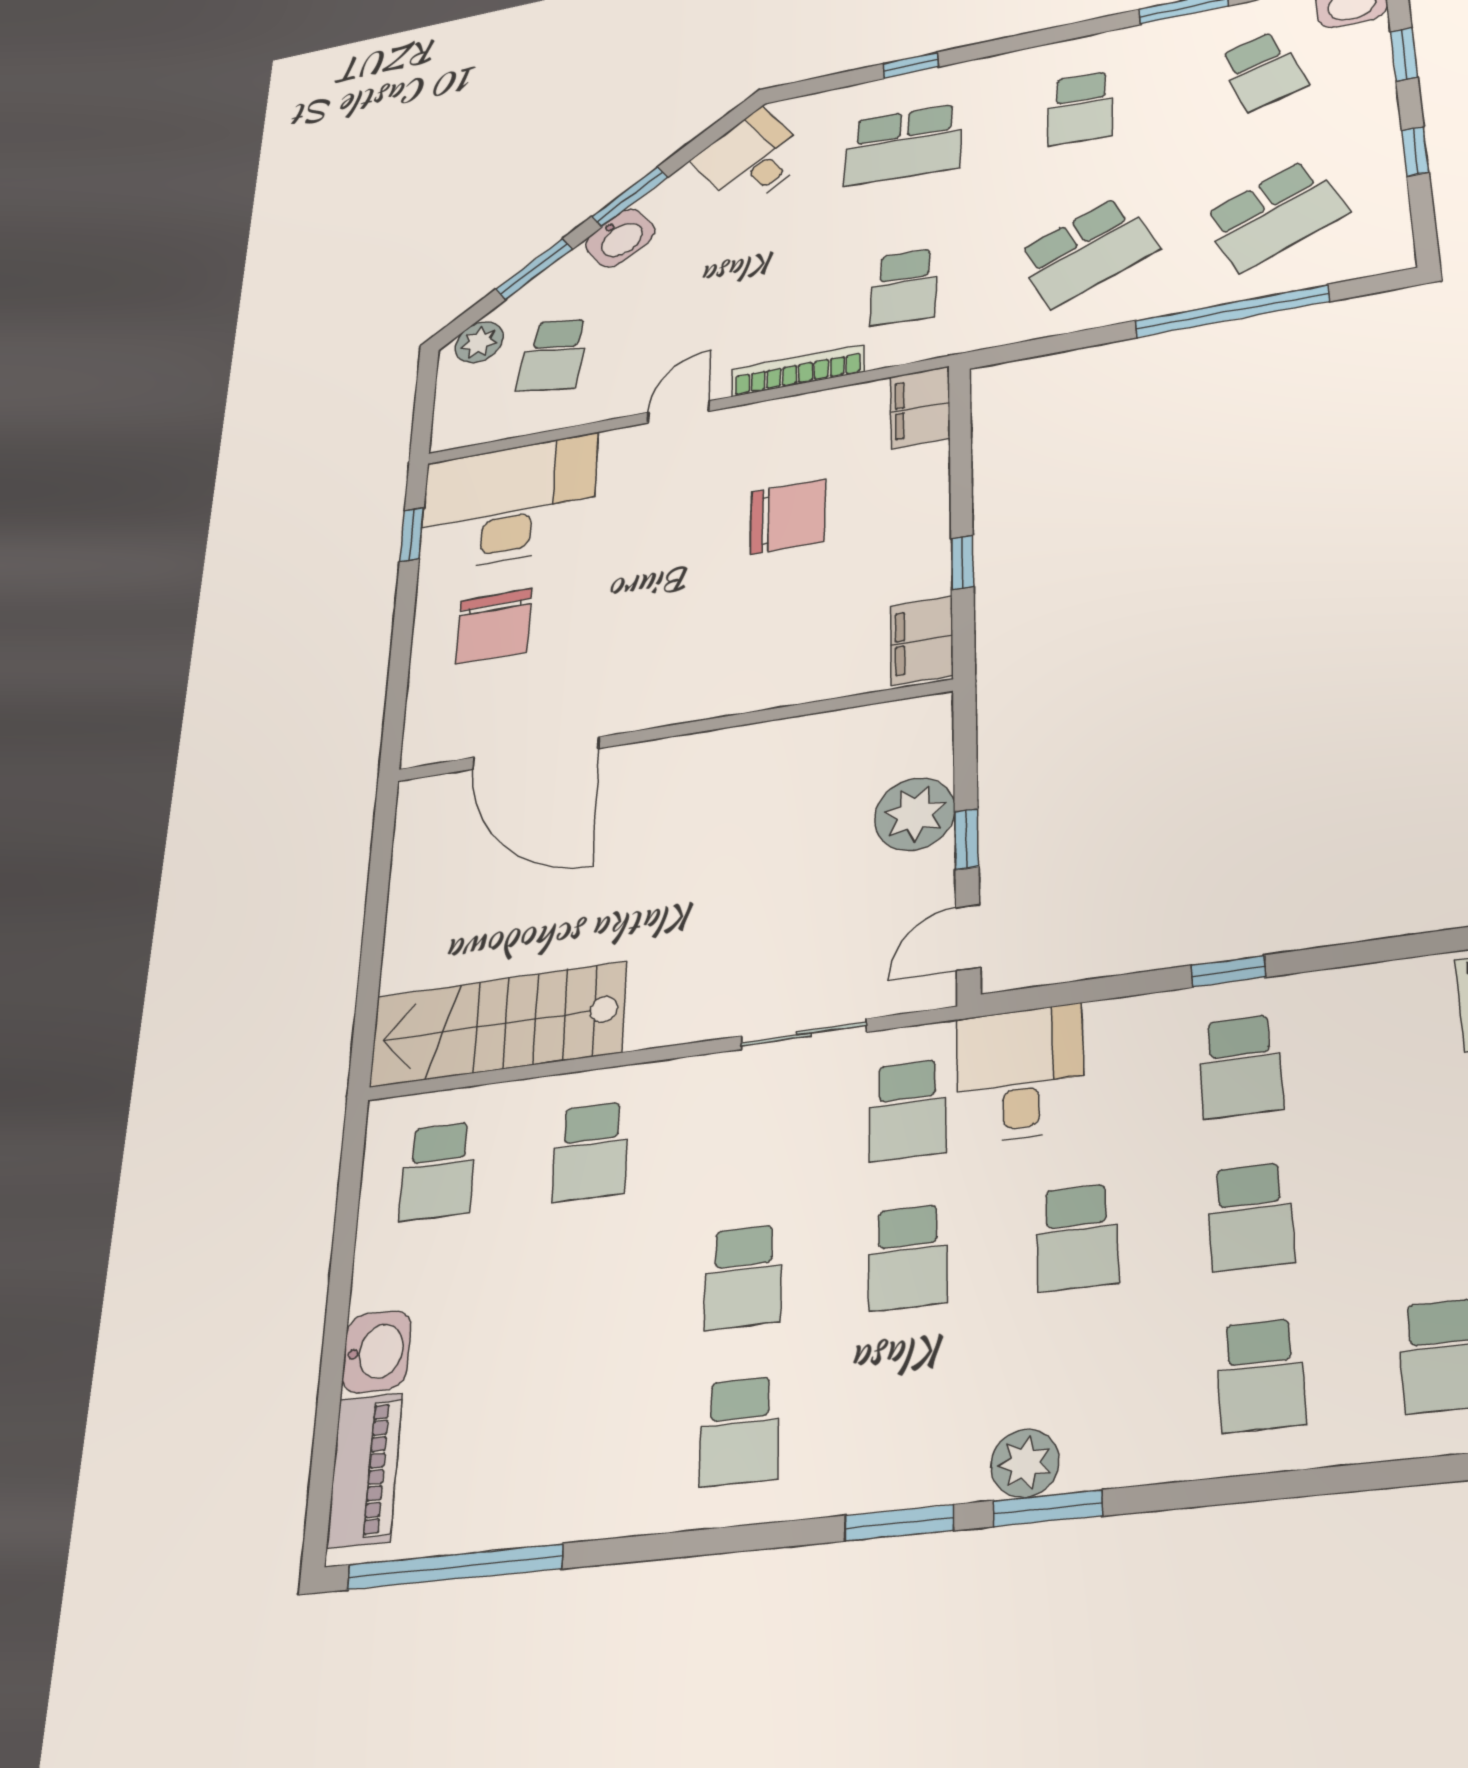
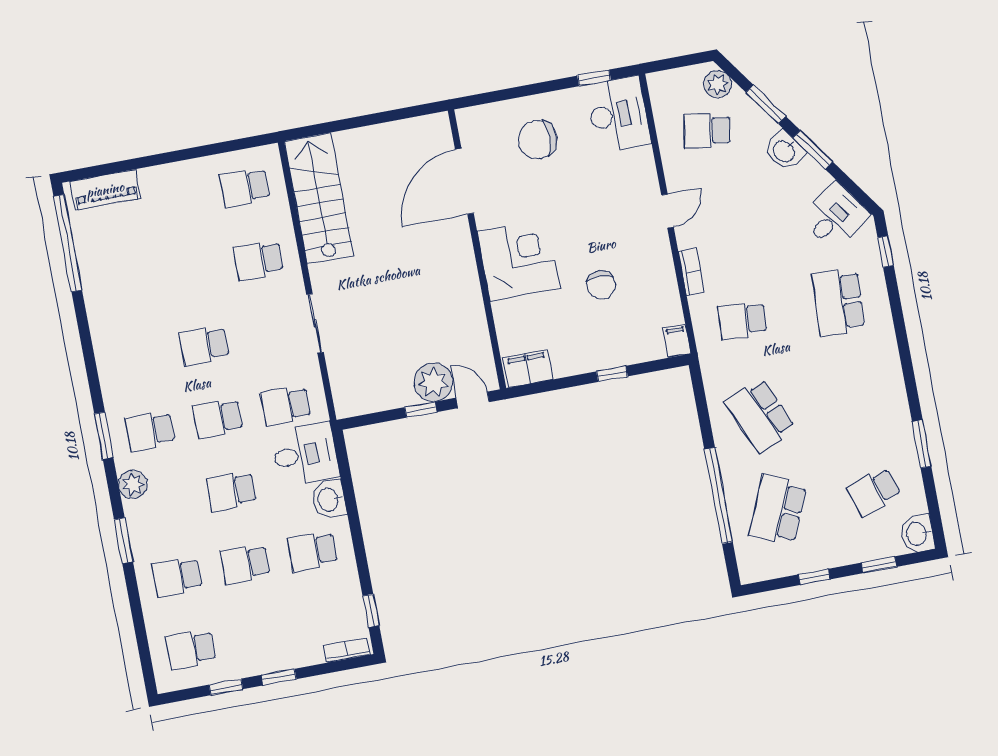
window: (911, 65) -> (886, 252), moved
school desk: (1080, 108) -> (856, 397), removed
school desk: (1275, 215) -> (778, 510), turned 48
bookcase: (798, 371) -> (691, 272), width x0.64
filing cabinet: (920, 407) -> (677, 341), width x0.50
door: (678, 412) -> (667, 211), hinge flipped
desk: (508, 503) -> (618, 114), width x0.73, depth x0.77
chair: (788, 517) -> (601, 285), width x0.73, depth x0.73
window: (962, 562) -> (612, 374), moved
corner desk: (707, 658) -> (519, 260), added
door: (968, 938) -> (473, 400), moved
window: (1228, 971) -> (371, 611), moved
sliding door: (804, 1034) -> (315, 323), moved
washbasin: (376, 1352) -> (329, 499), moved, turned 90
school desk: (739, 1431) -> (150, 431), moved
window: (1048, 1508) -> (123, 541), moved

